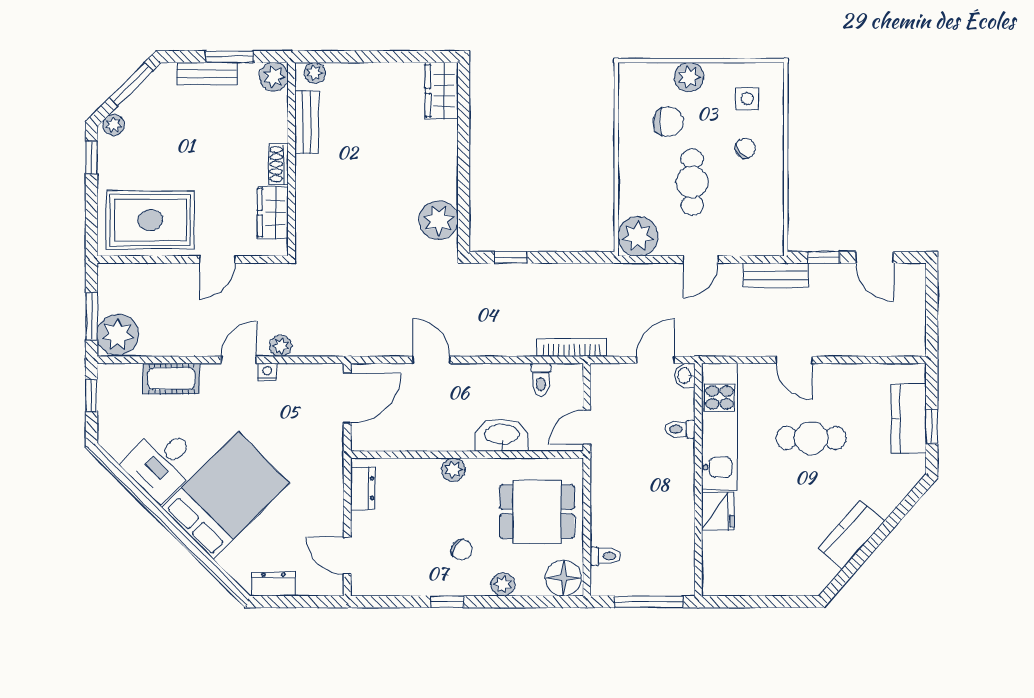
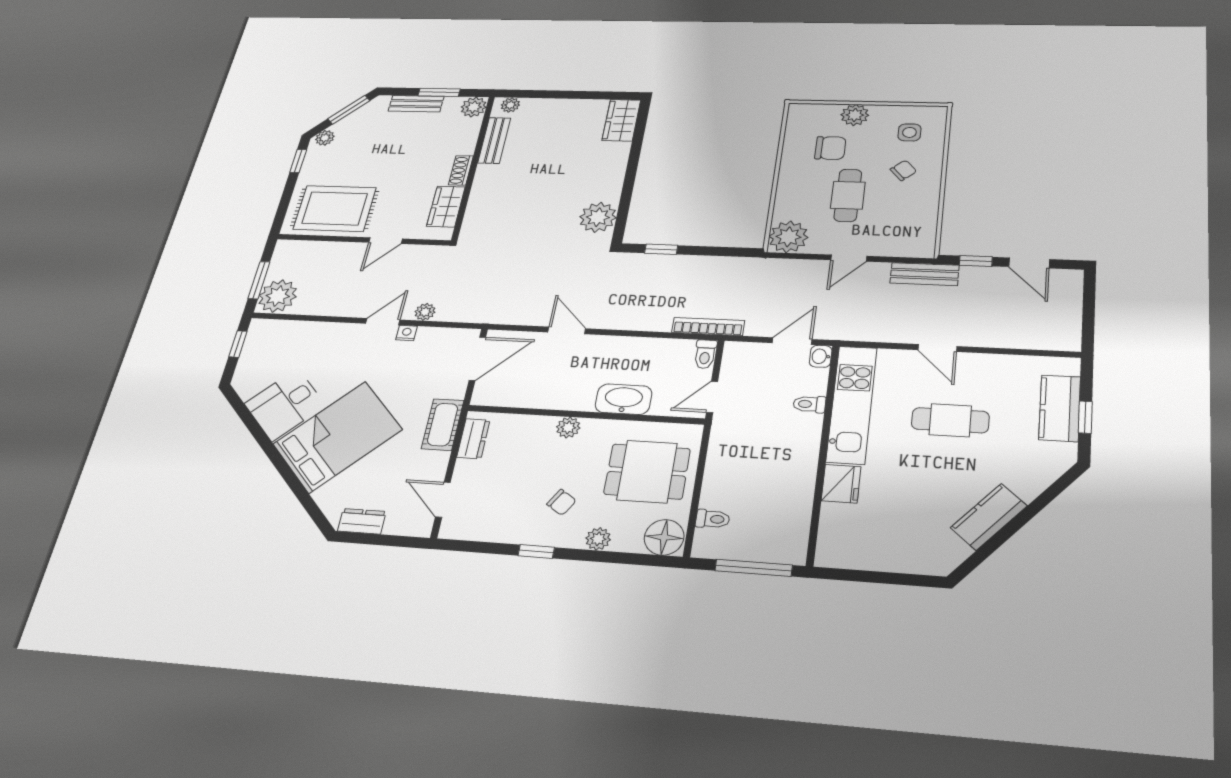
cot: (171, 379) -> (443, 425), moved, turned 90
toilet: (541, 380) -> (705, 354), moved

